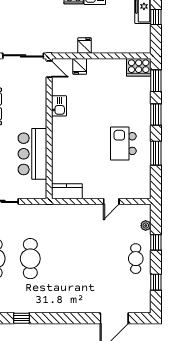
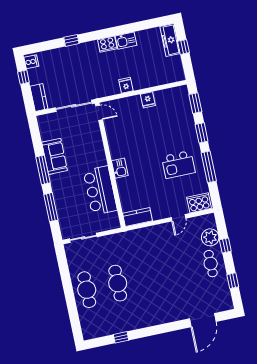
fridge: (80, 66) -> (148, 100), moved
cooker: (139, 67) -> (199, 203), moved, turned 180
kitchen sink: (59, 106) -> (120, 168), moved
kitchen island: (123, 144) -> (178, 165), turned -90
window: (156, 153) -> (209, 167), width x1.44
plant: (146, 226) -> (210, 237), width x1.88, depth x1.88

